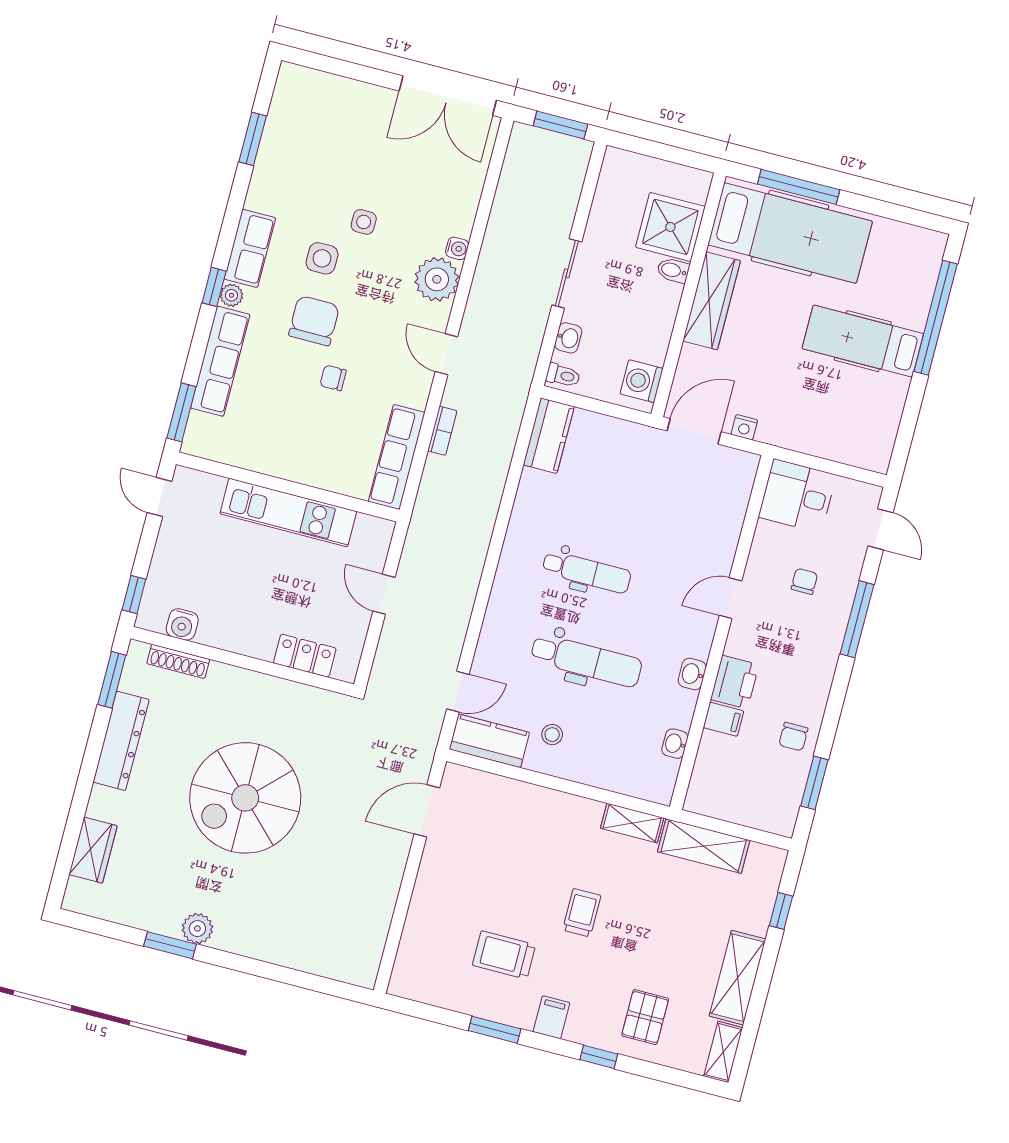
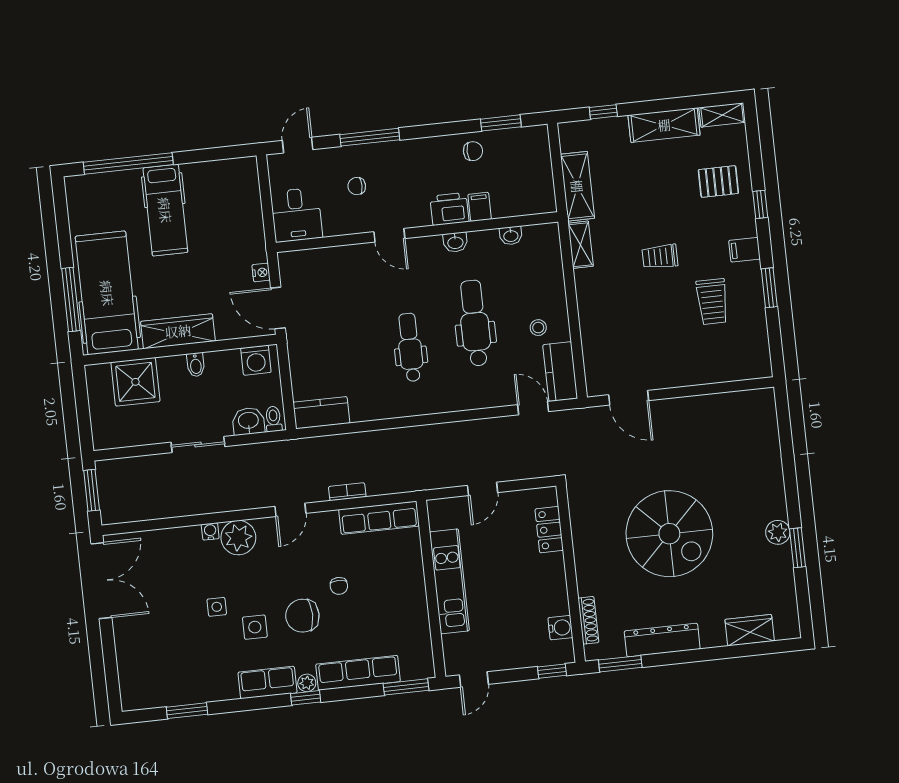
bidet: (673, 270) -> (196, 365), moved
washbasin: (568, 338) -> (248, 421), width x1.38, depth x1.45

